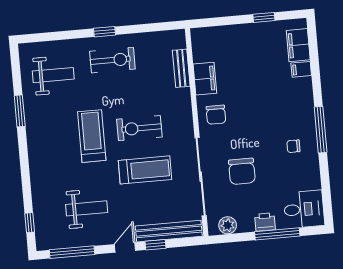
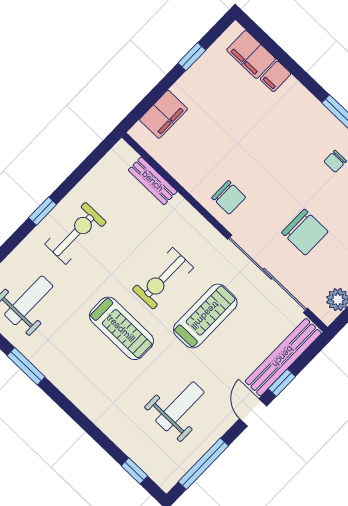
filing cabinet: (205, 79) -> (163, 114), moved, turned 90
treadmill: (92, 136) -> (121, 328), turned 180

